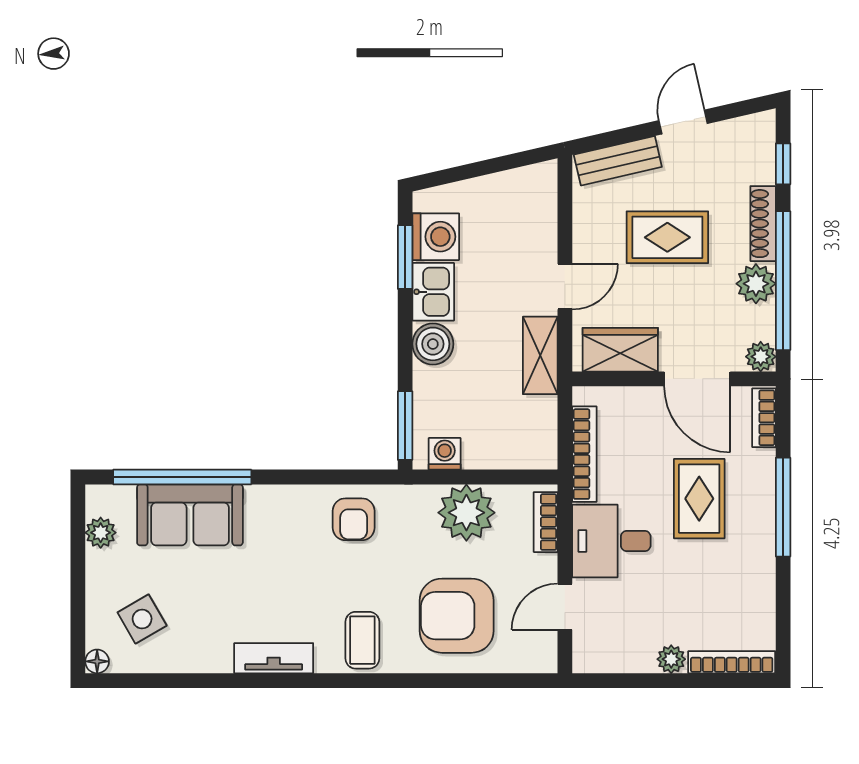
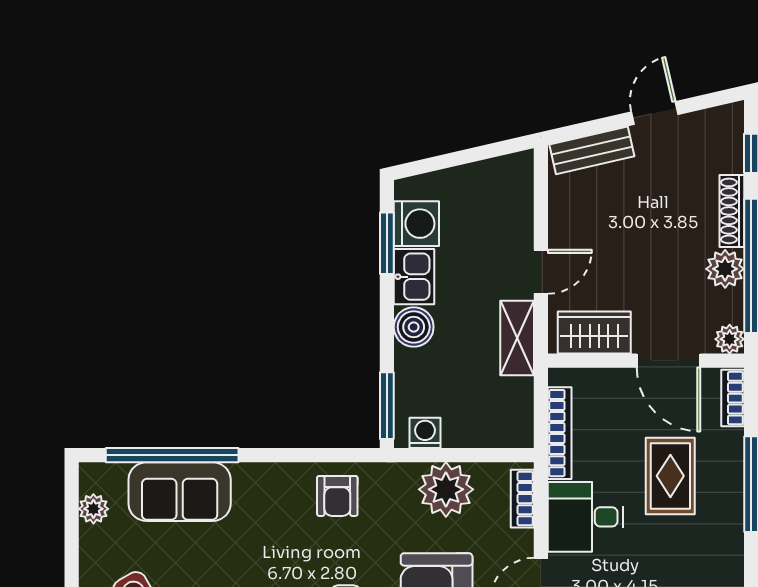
rug: (667, 237) -> (640, 224), removed

